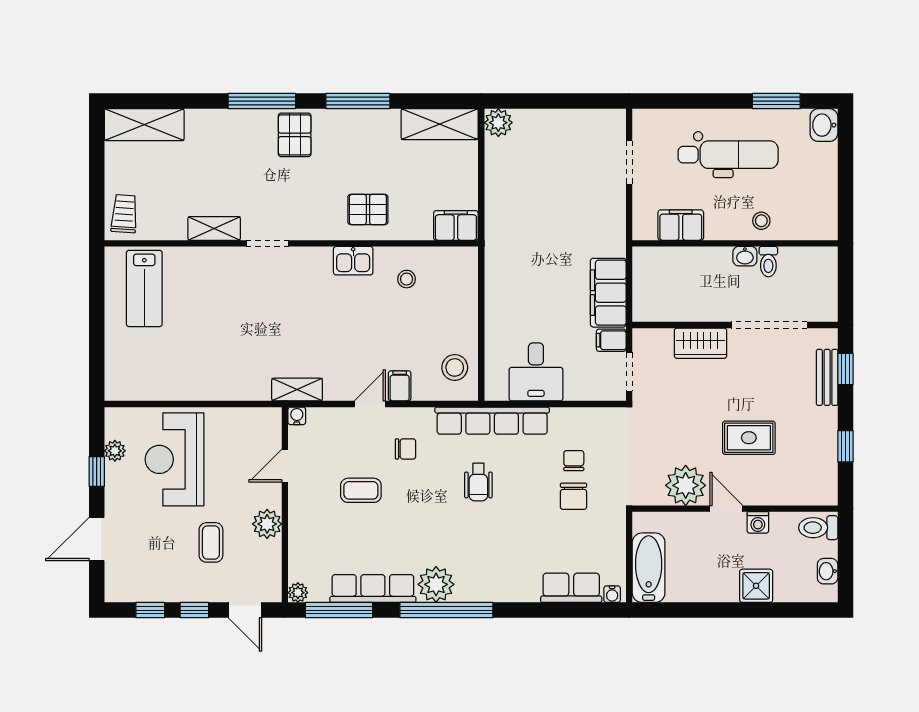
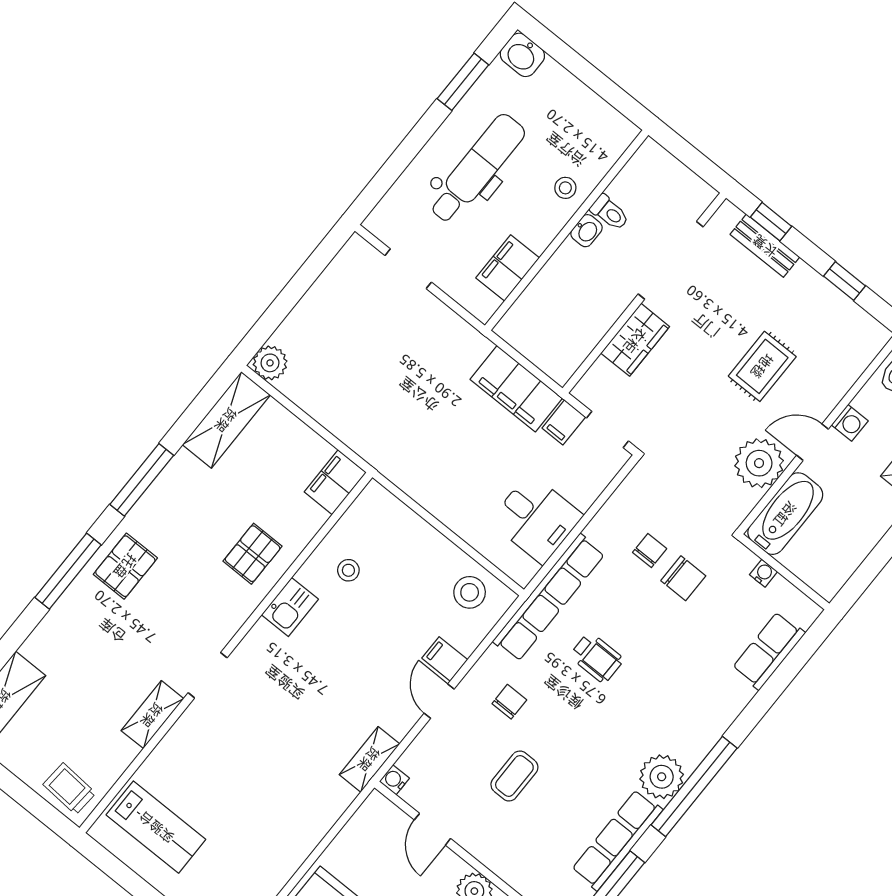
pallet: (295, 135) -> (125, 566), turned 90
chair: (574, 461) -> (650, 551), turned 90
bathtub: (649, 568) -> (785, 514), moved, turned 90
water cooler: (612, 594) -> (764, 573), moved, turned -90

